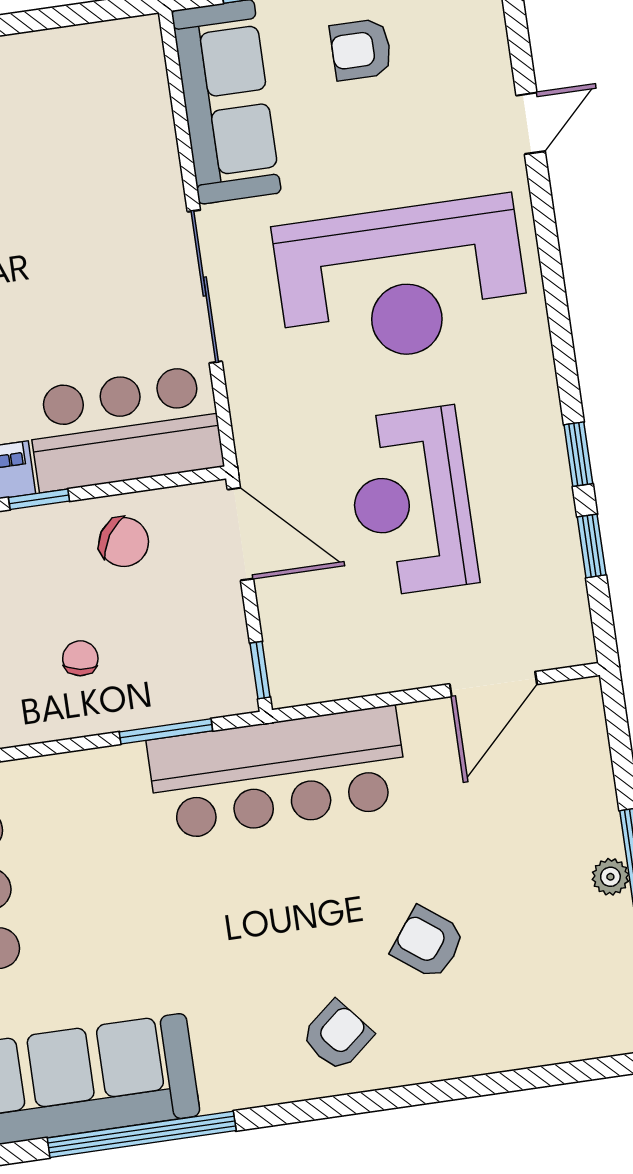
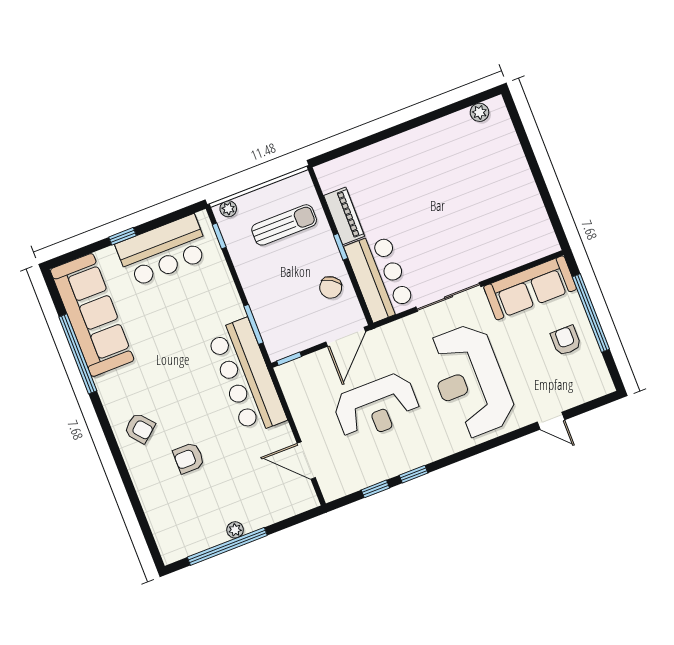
reception desk: (411, 501) -> (377, 407), turned 180
chair: (80, 658) -> (276, 280), removed
armchair: (428, 943) -> (189, 458), turned -127

